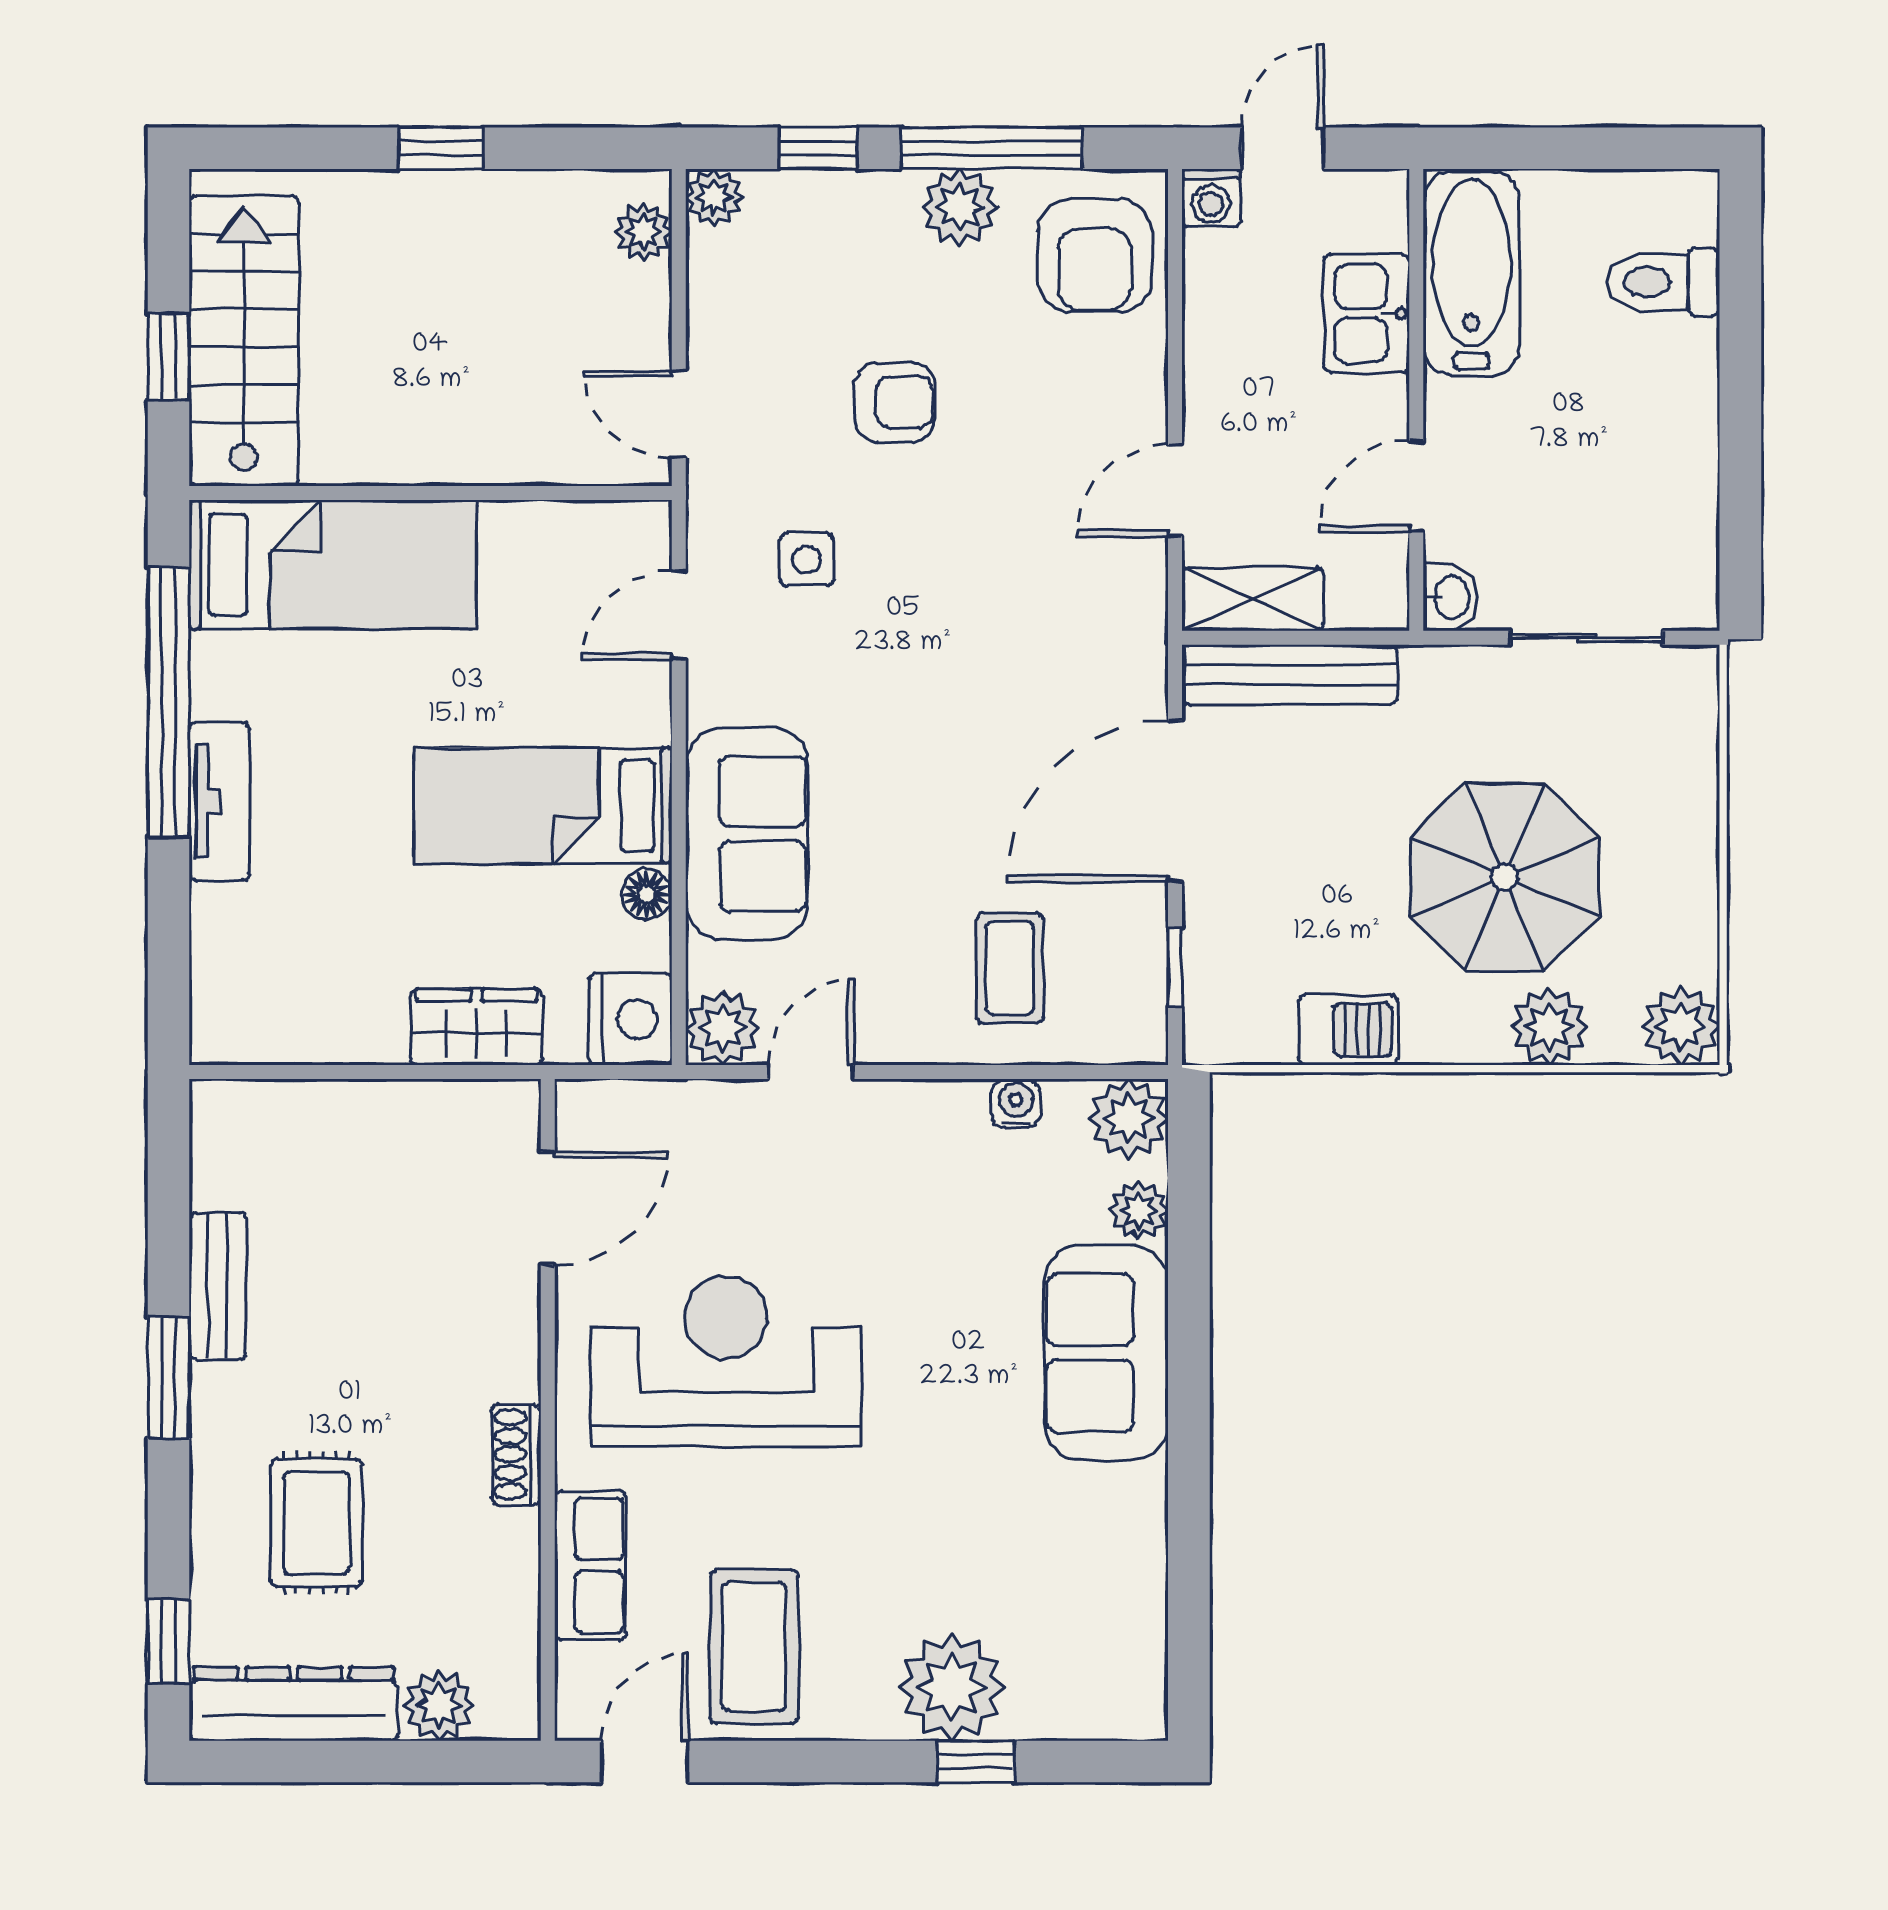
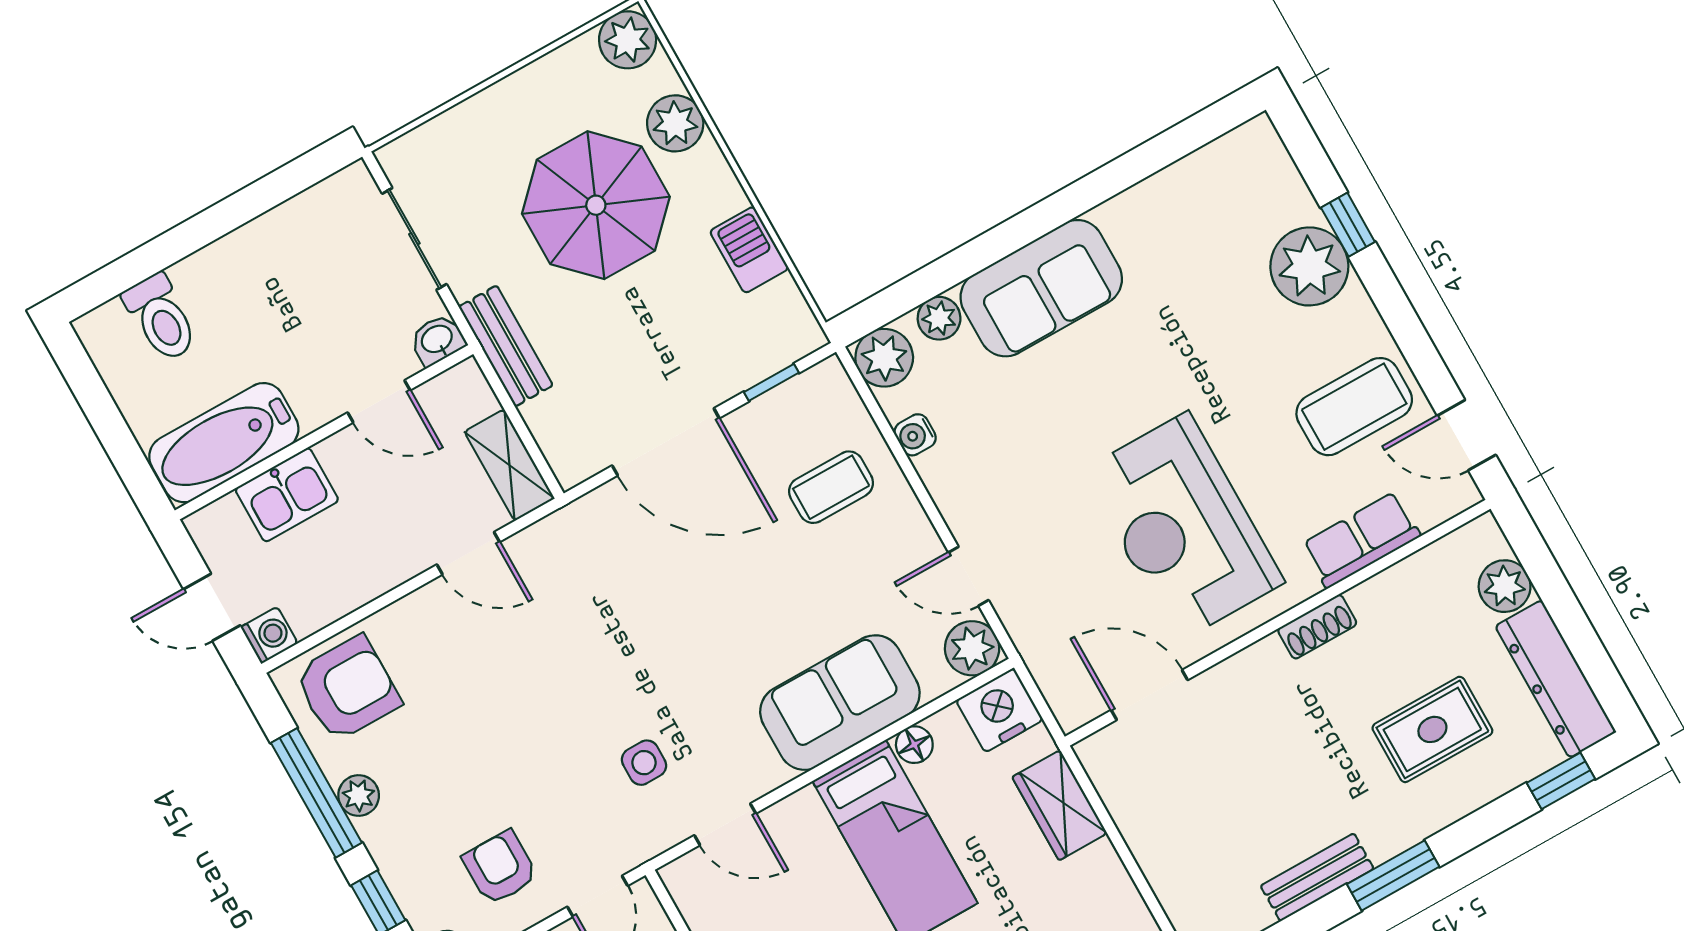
plant: (960, 207) -> (359, 796), width x0.73, depth x0.73
armchair: (895, 402) -> (500, 868), moved
bench: (1290, 675) -> (506, 346), moved, width x0.73

